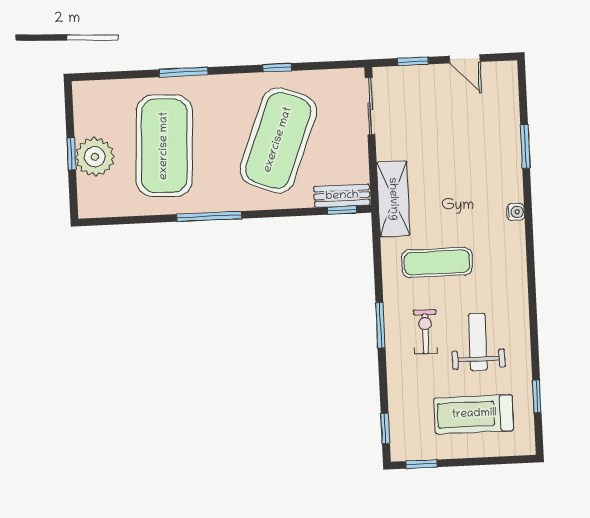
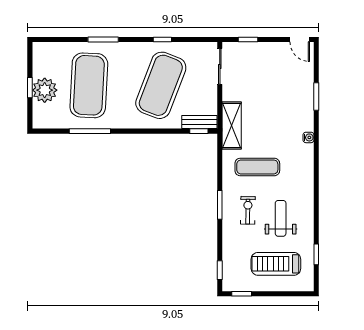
door: (465, 59) -> (300, 39), moved
window: (209, 216) -> (90, 131), moved

